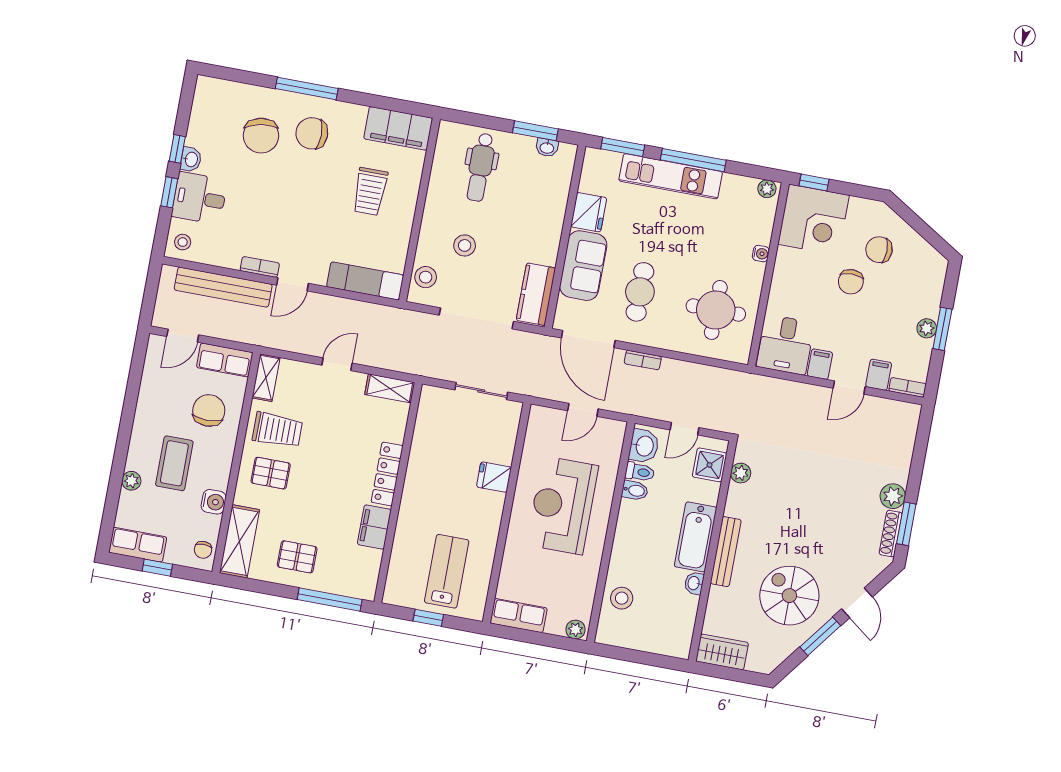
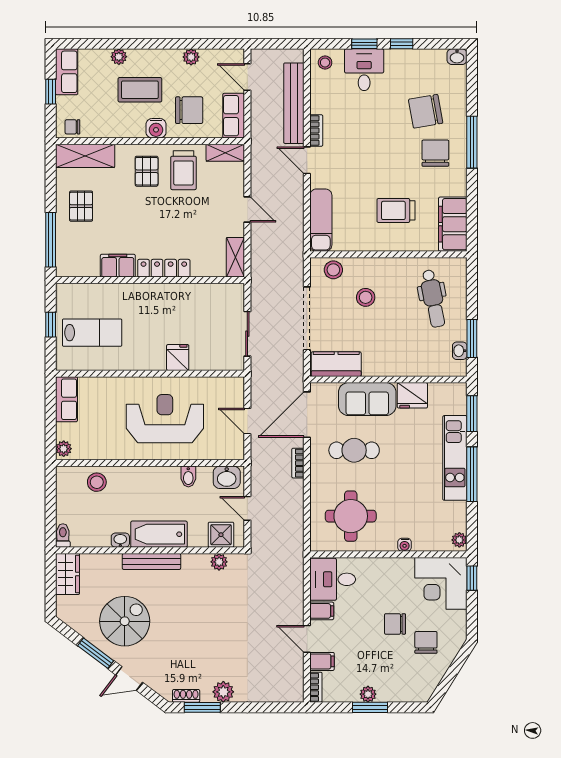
washbasin: (191, 159) -> (457, 57), moved
dental chair: (480, 167) -> (433, 298), turned -101
plant: (147, 397) -> (191, 57), added
toilet: (640, 472) -> (63, 536), moved, turned 180
water cooler: (214, 502) -> (156, 128), moved
shoe rack: (891, 534) -> (186, 696), width x0.70

